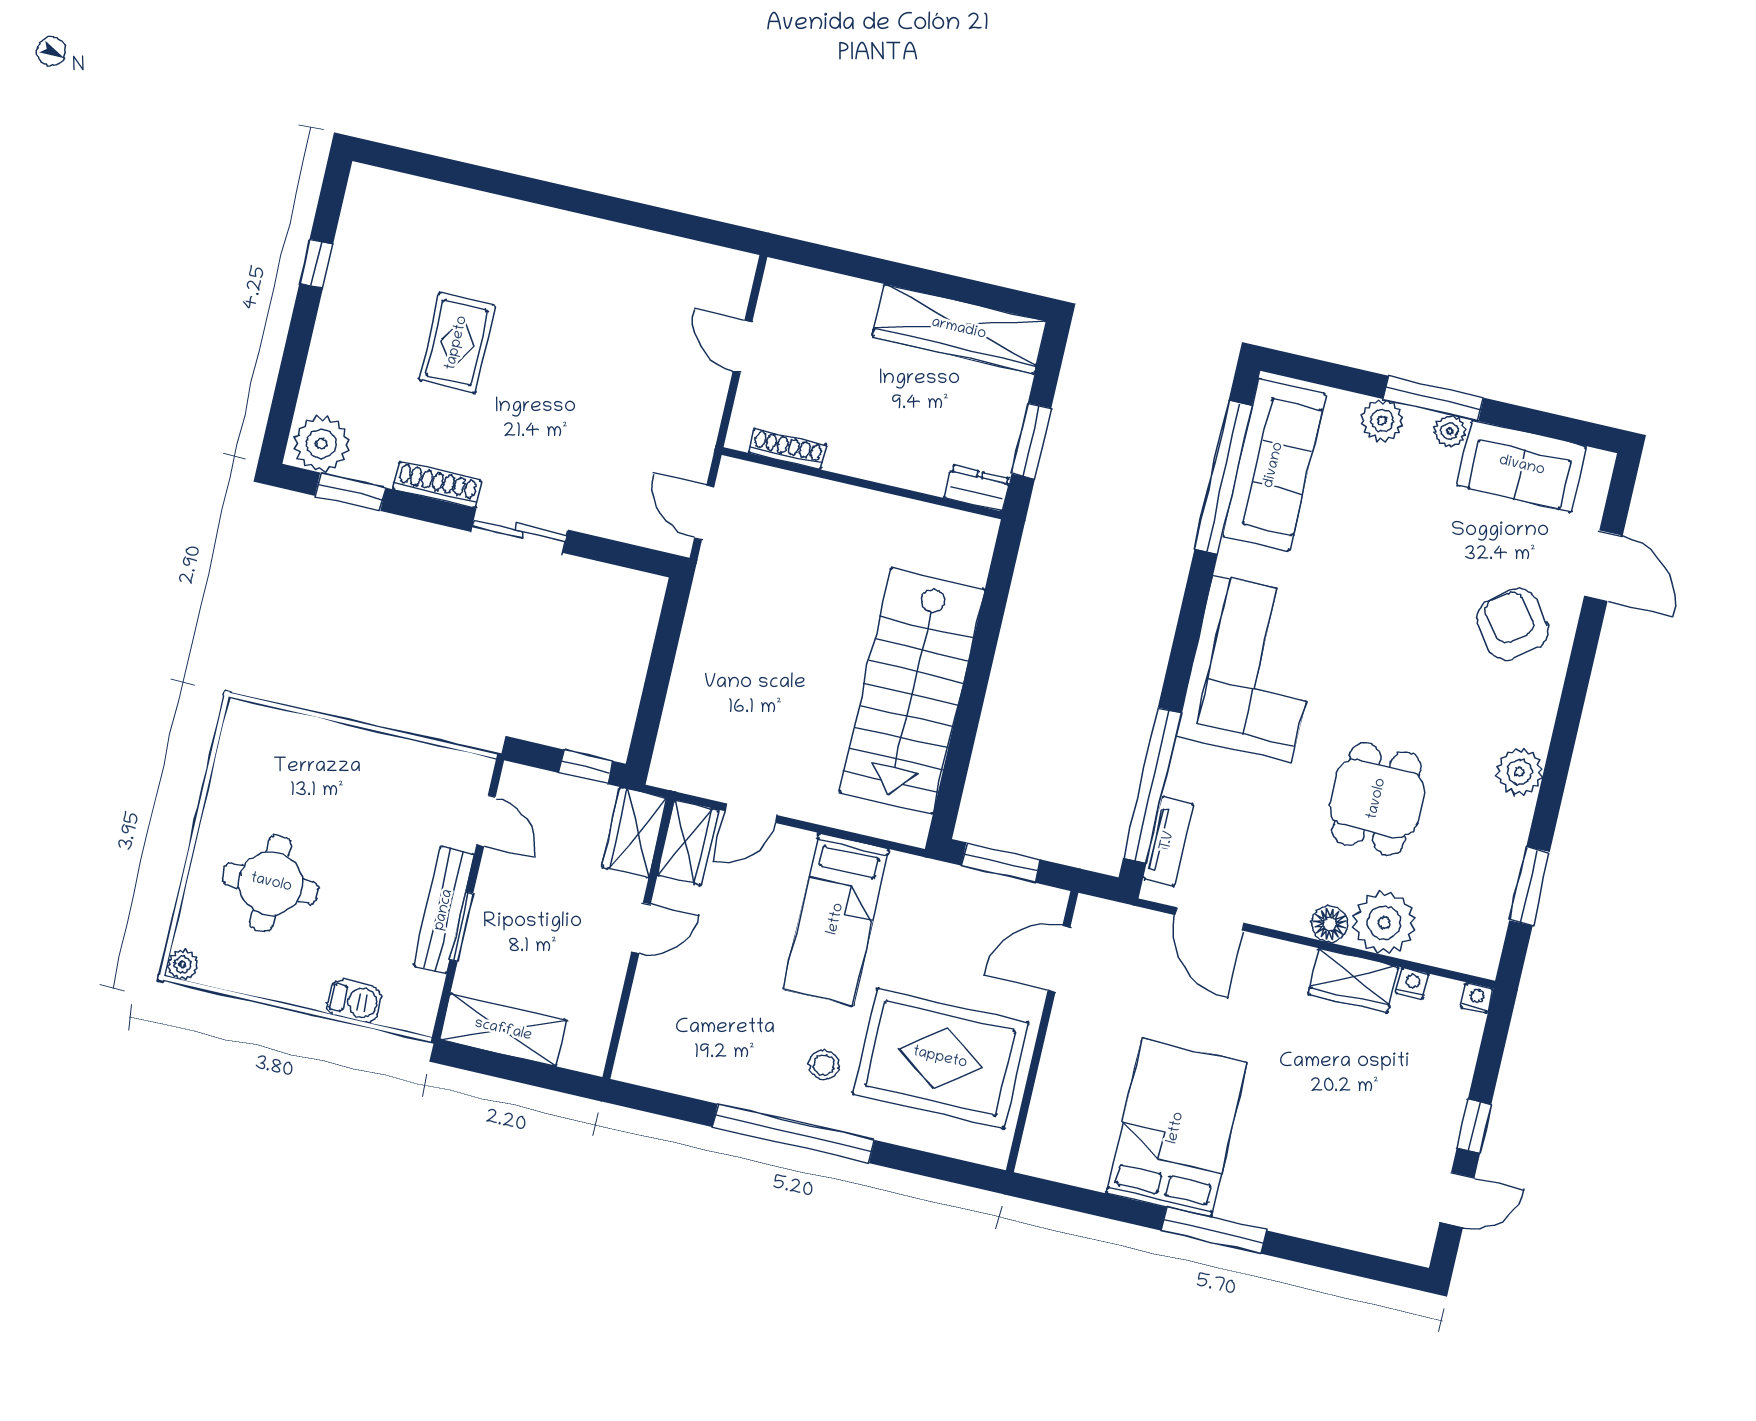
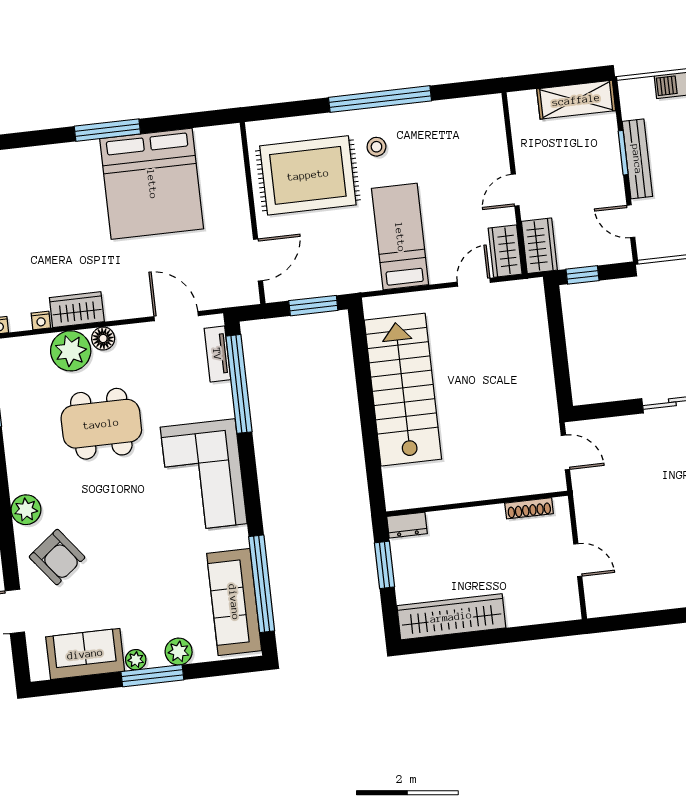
plant: (1519, 772) -> (26, 510), moved
dining table: (1377, 799) -> (101, 424), width x1.38
bed: (1176, 1128) -> (152, 184), width x1.36

